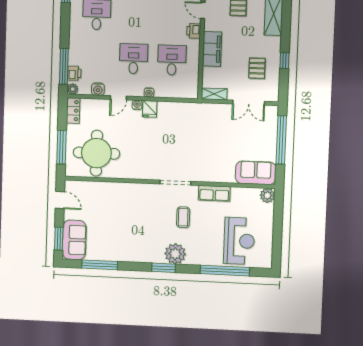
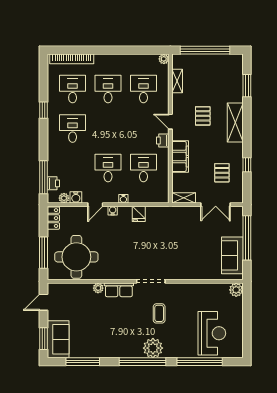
plant: (73, 89) -> (64, 198), moved
fridge: (150, 109) -> (139, 214), moved
sofa: (256, 173) -> (232, 255), moved, turned -90
plant: (119, 187) -> (98, 288), added
row of seats: (214, 193) -> (119, 290), moved
door: (60, 200) -> (43, 302), swing flipped
window: (164, 268) -> (143, 362), width x2.11

